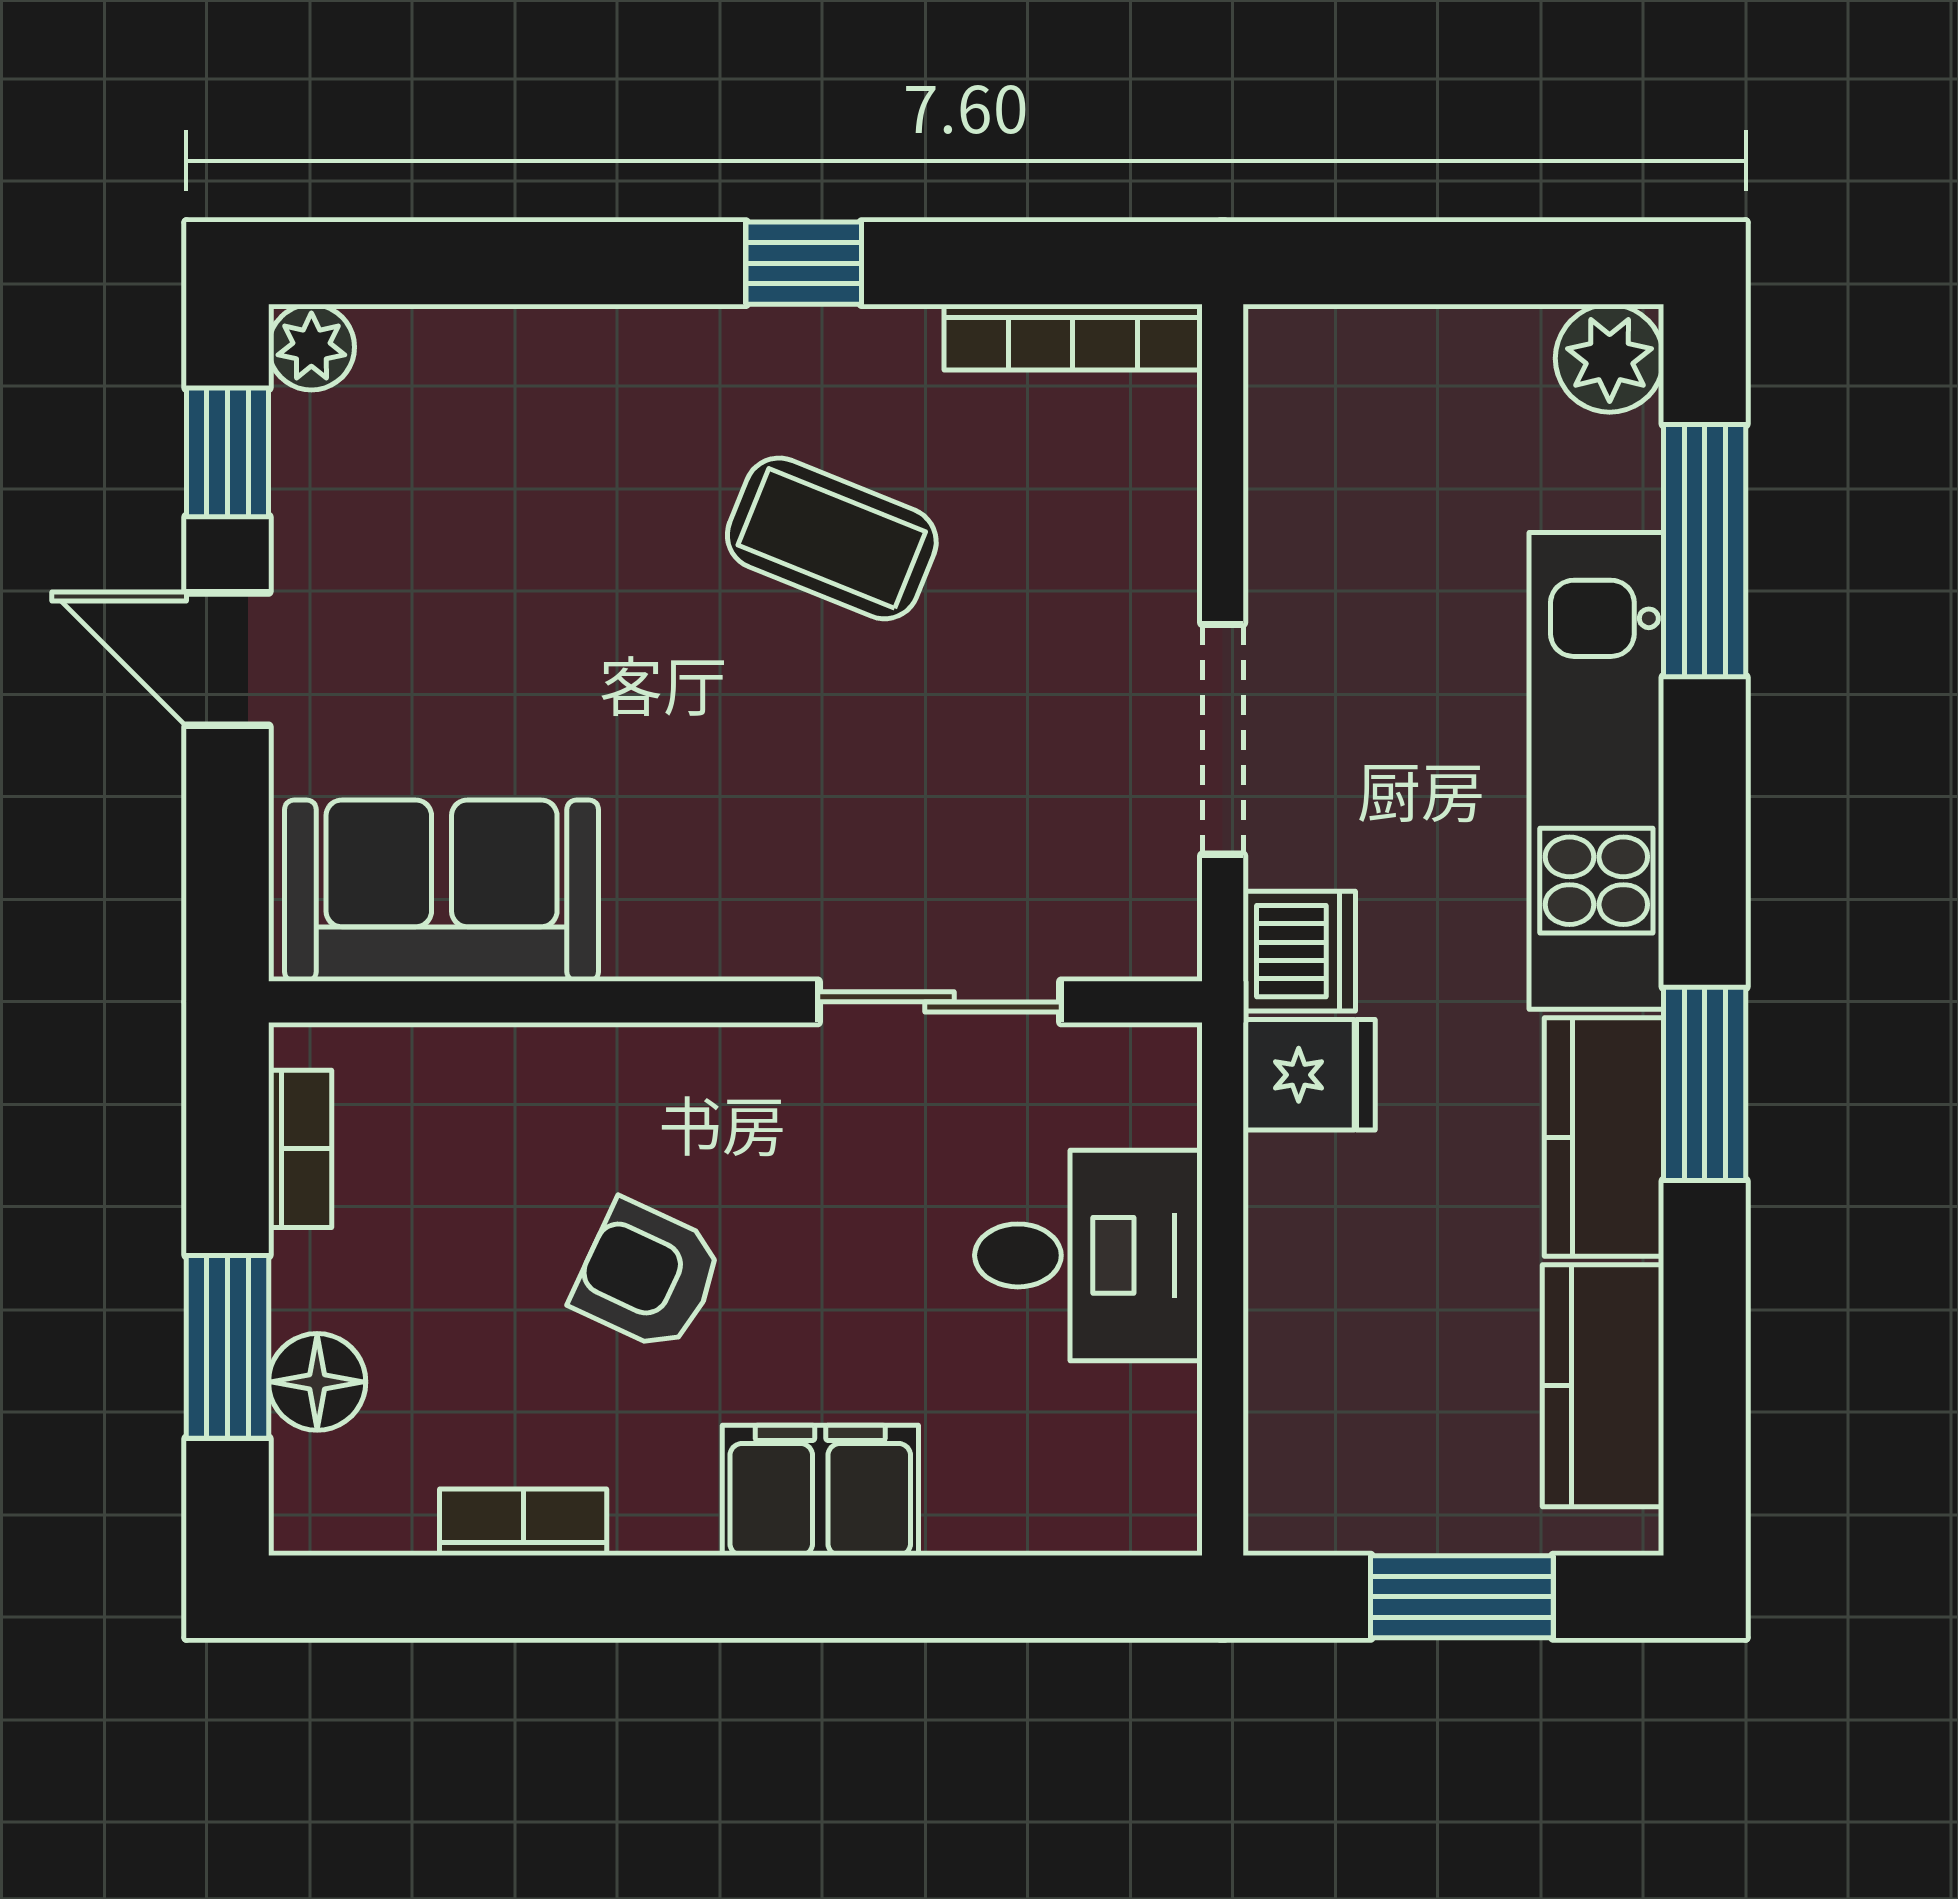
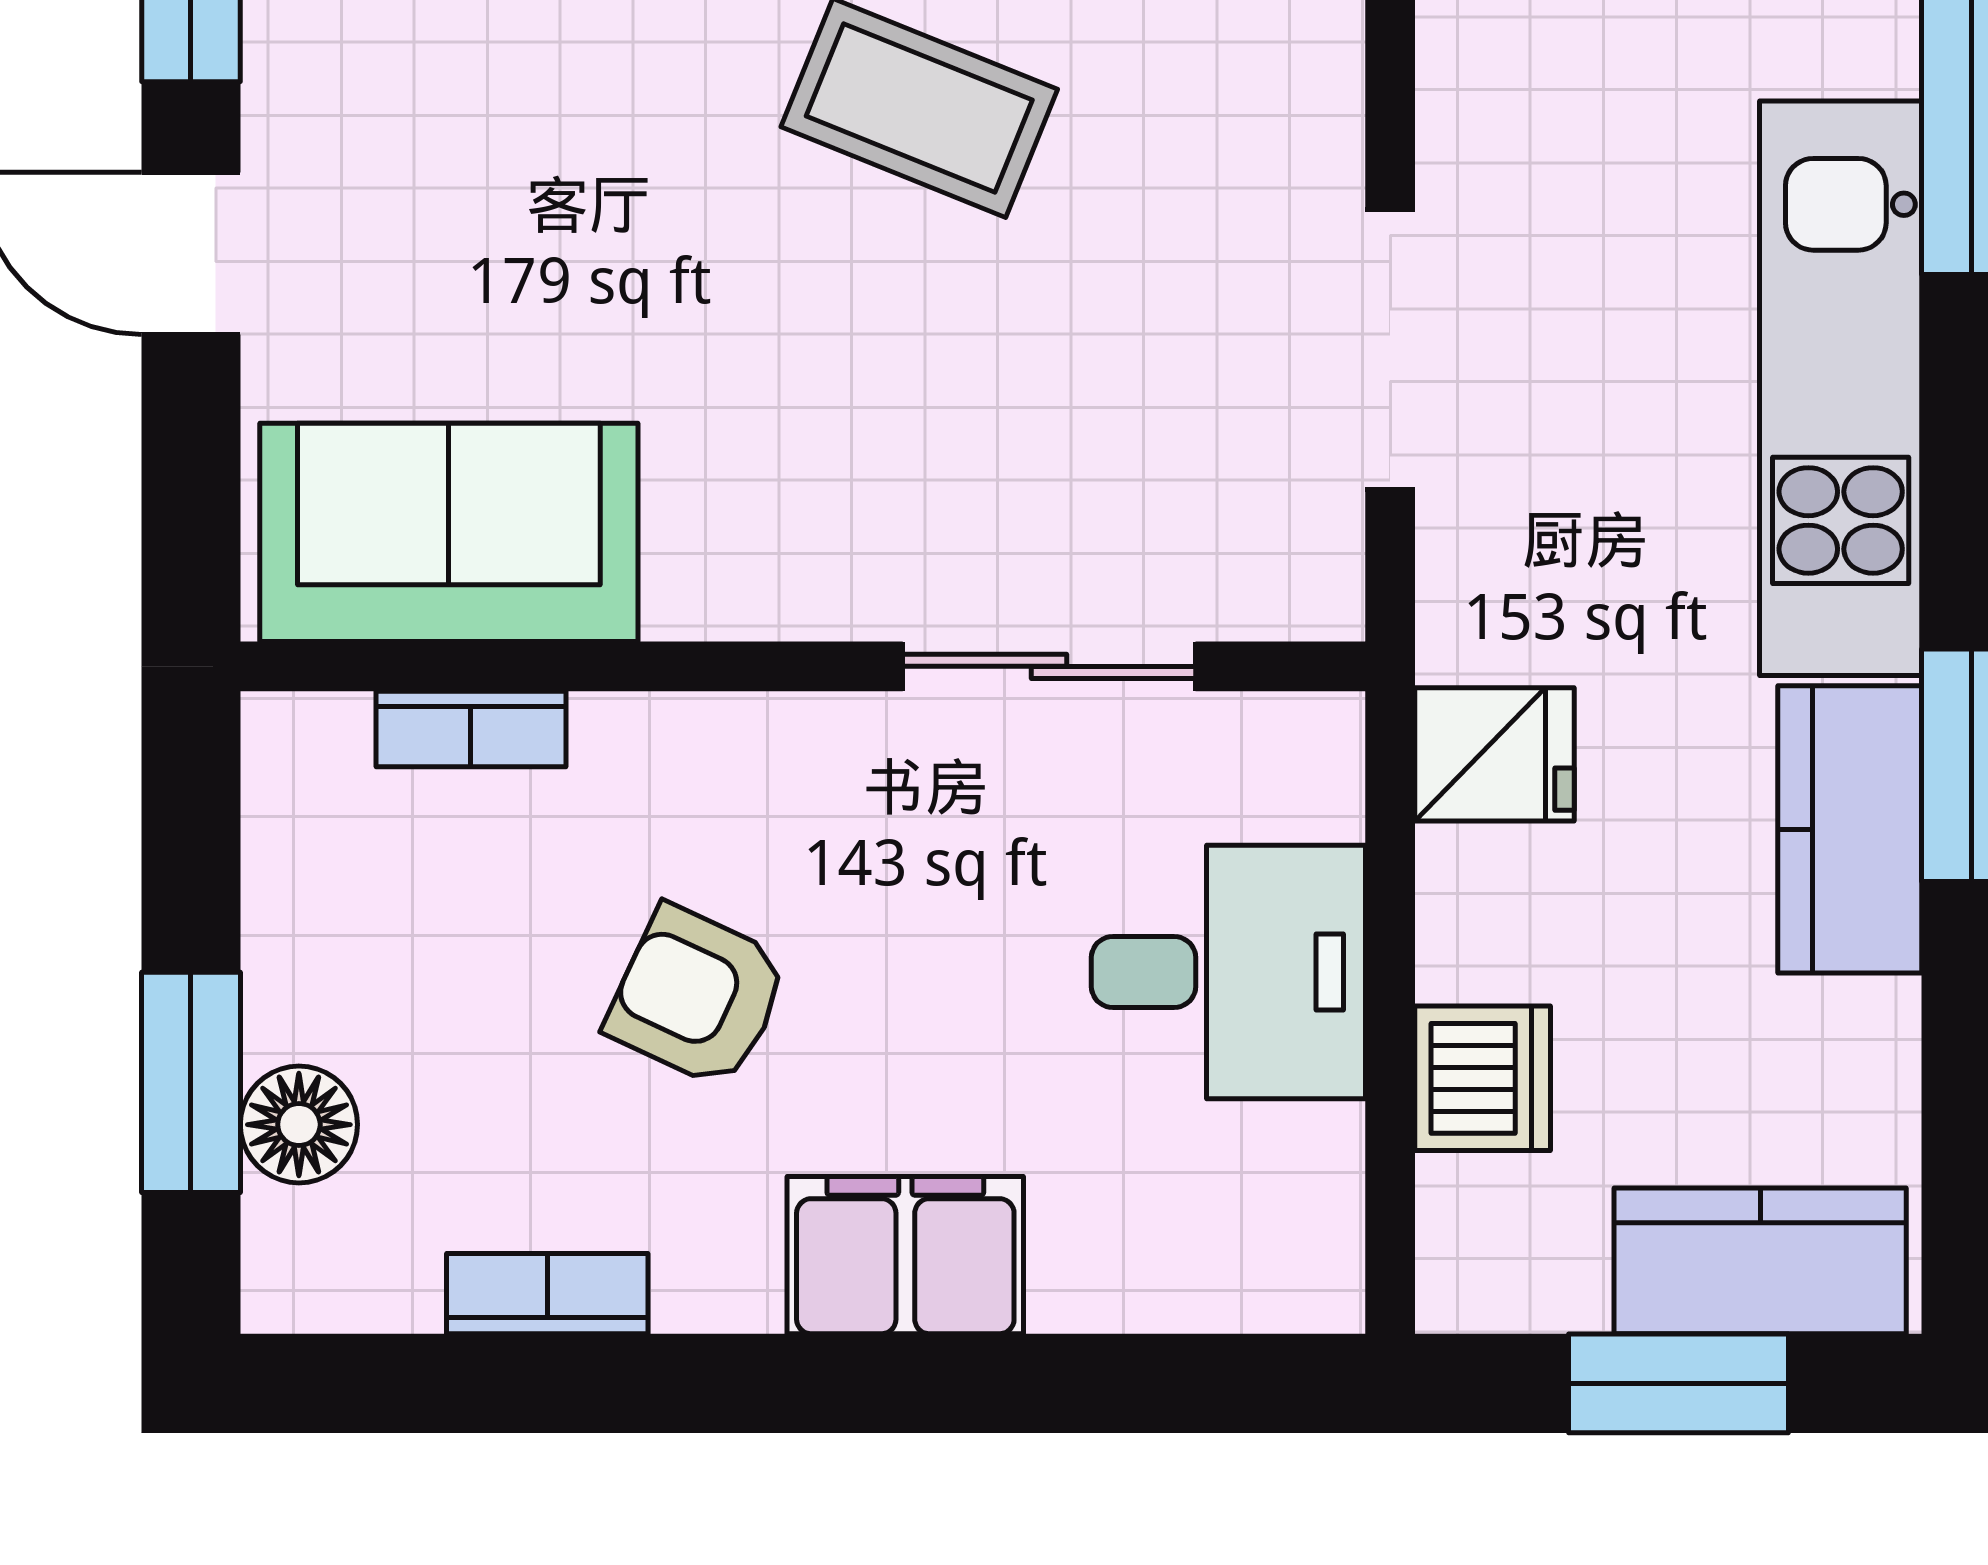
dishwasher: (1299, 951) -> (1483, 1078), moved
bookcase: (300, 1149) -> (471, 729), moved, turned 90
kitchen counter: (1603, 1386) -> (1760, 1261), moved, turned 90

